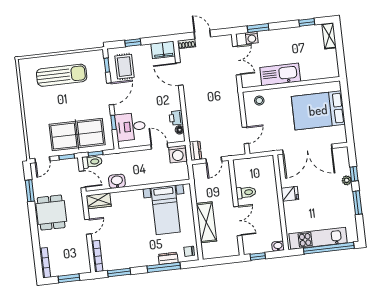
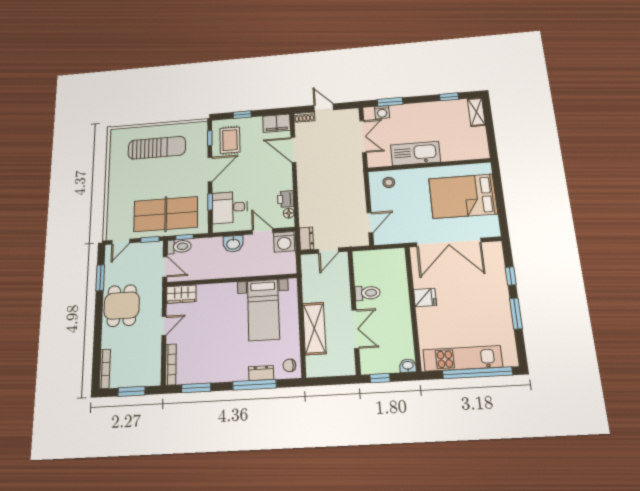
plant: (347, 180) -> (501, 284), removed
washbasin: (117, 181) -> (233, 244), moved, turned 180

